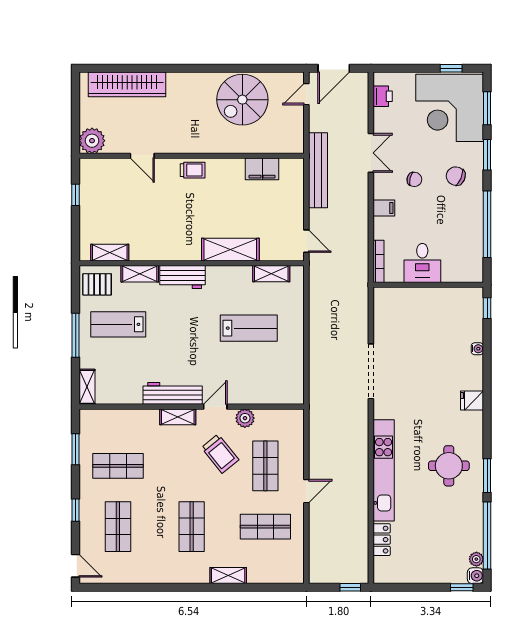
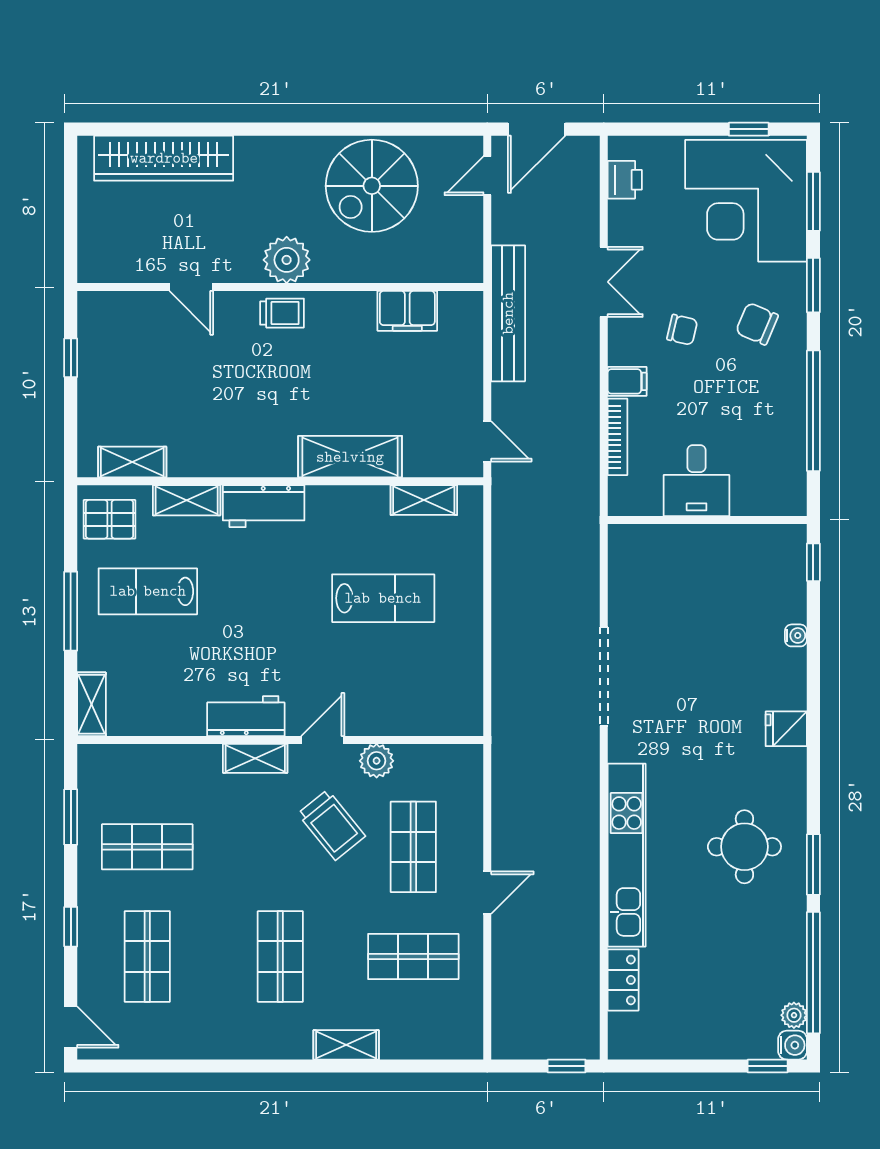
plant: (92, 141) -> (287, 260), moved
bookcase: (378, 261) -> (617, 437), moved
workbench: (173, 393) -> (246, 716), width x0.73

